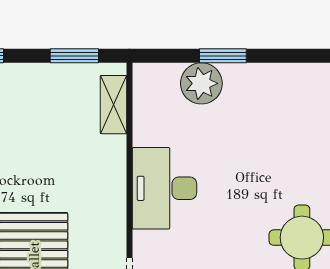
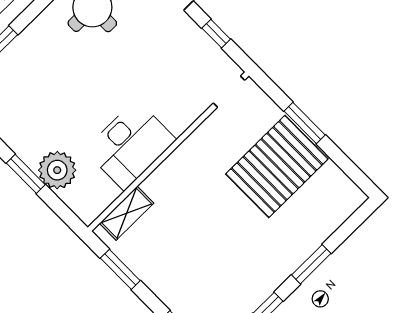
desk: (164, 188) -> (130, 145), moved

